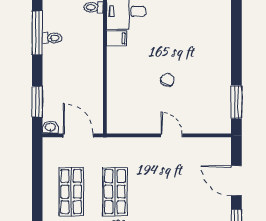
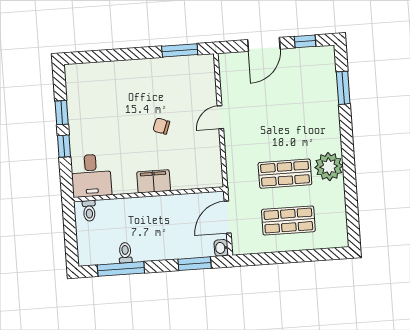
filing cabinet: (117, 38) -> (154, 181), moved, width x2.00

